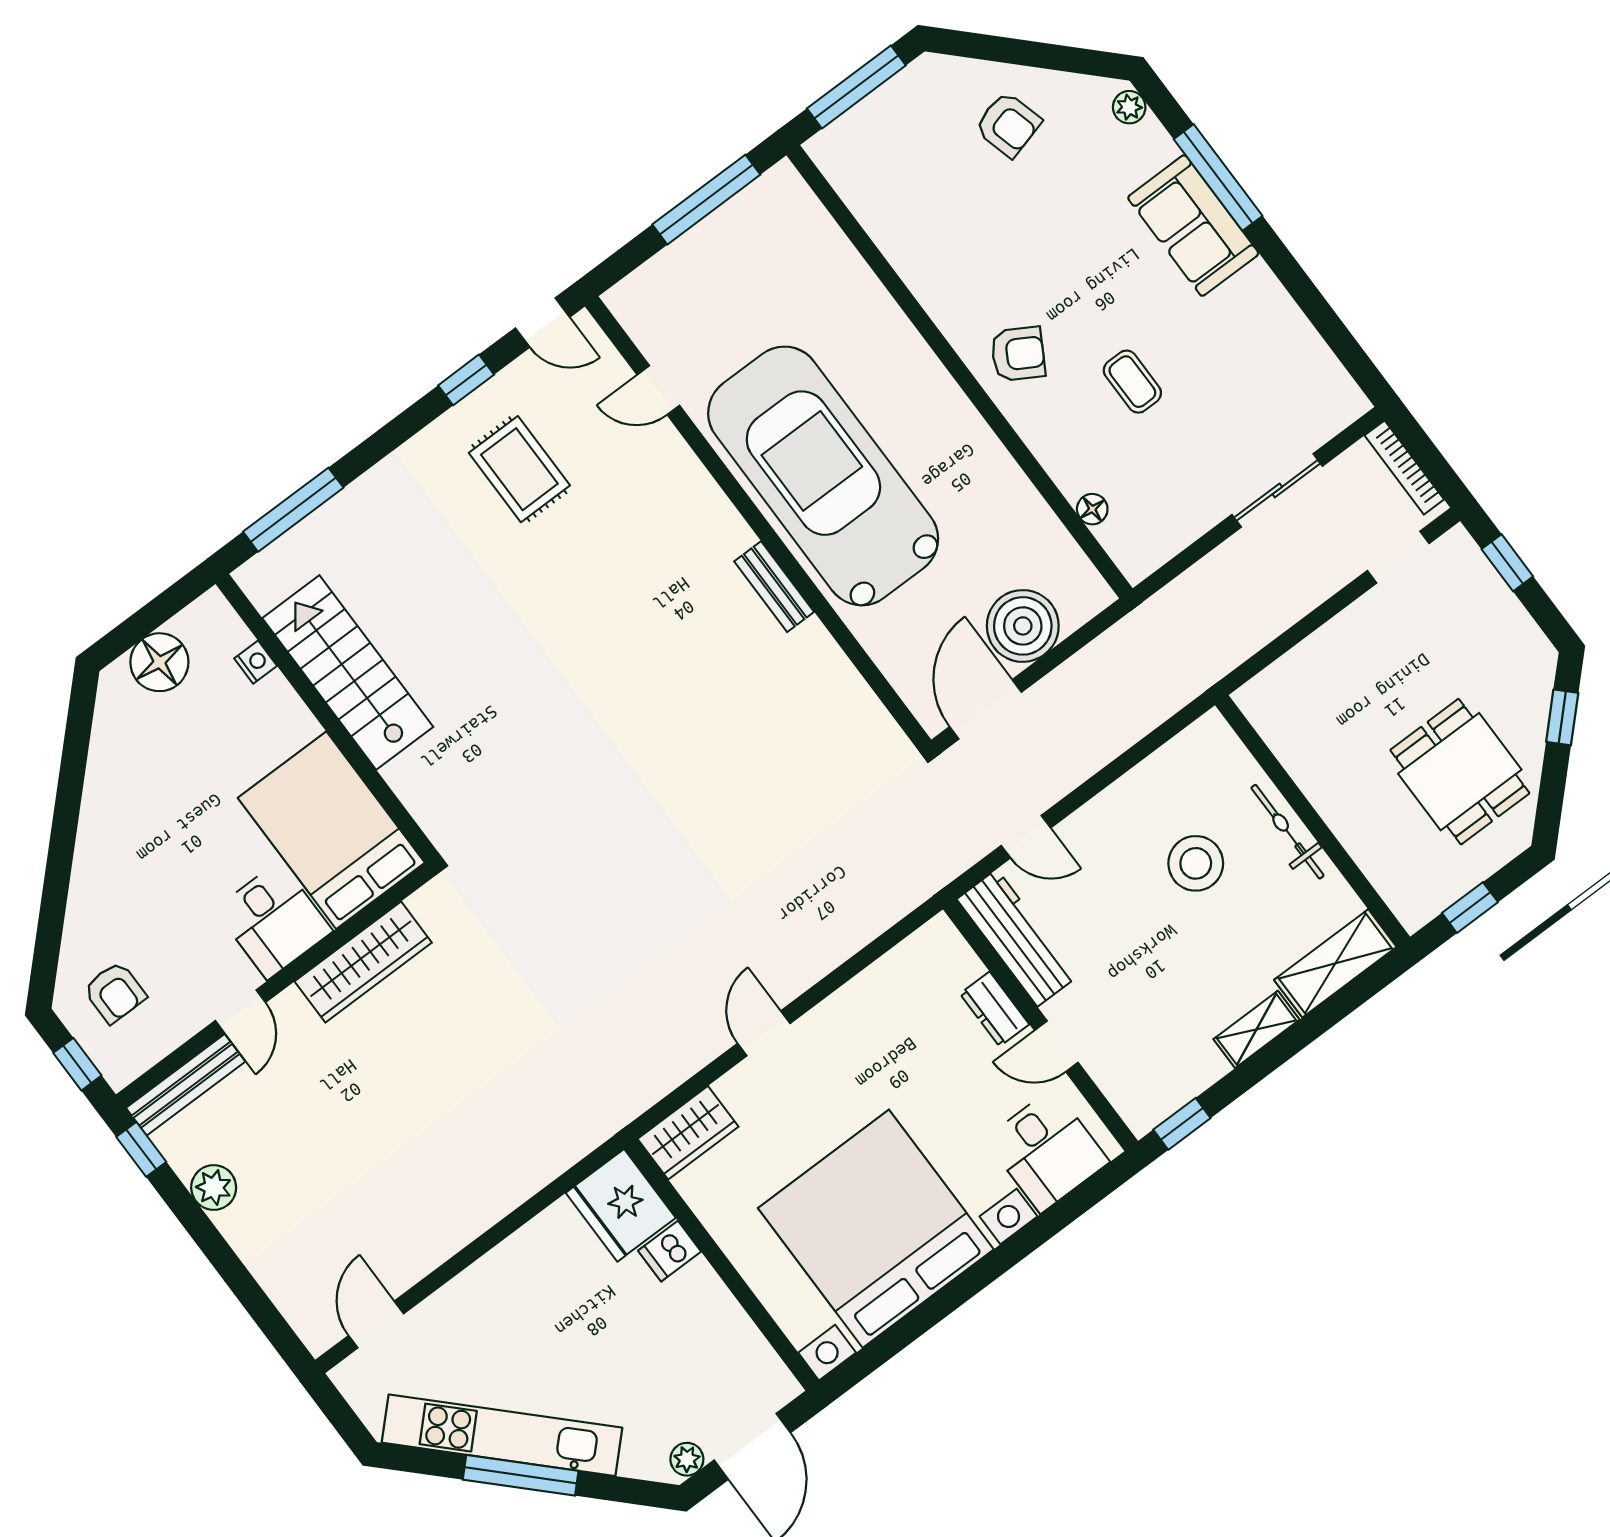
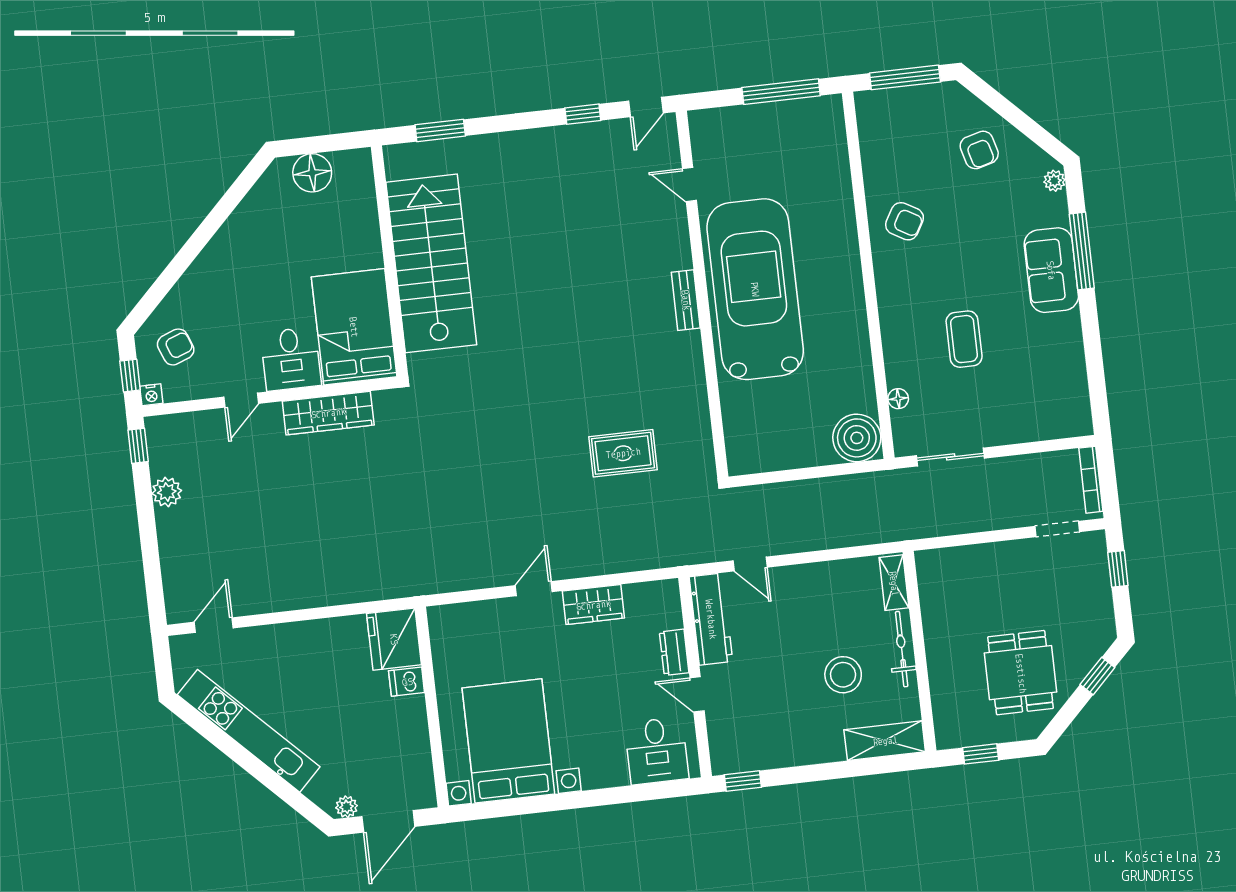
door: (542, 323) -> (646, 107), hinge flipped
armchair: (1018, 354) -> (905, 221), moved
coffee table: (1132, 382) -> (964, 339), width x1.36, depth x1.30
rug: (519, 469) -> (623, 453), moved, turned 90
sliding door: (1277, 490) -> (951, 457), moved
window: (293, 510) -> (440, 130), width x0.69
bench: (774, 587) -> (686, 300), moved
boiler: (1023, 626) -> (857, 438), moved
nightstand: (256, 662) -> (151, 395), moved, turned 90
stairs: (348, 672) -> (431, 263), width x1.36, depth x1.51
door: (986, 709) -> (770, 478), removed
stool: (1196, 863) -> (843, 675), moved
armchair: (115, 992) -> (176, 347), turned -111
shelving: (1257, 1029) -> (894, 583), moved, turned 90
bench: (186, 1085) -> (185, 424), removed
wardrobe: (688, 1133) -> (593, 605), moved
bed with nightstands: (876, 1229) -> (508, 741), width x0.73
window: (521, 1475) -> (246, 760), removed

